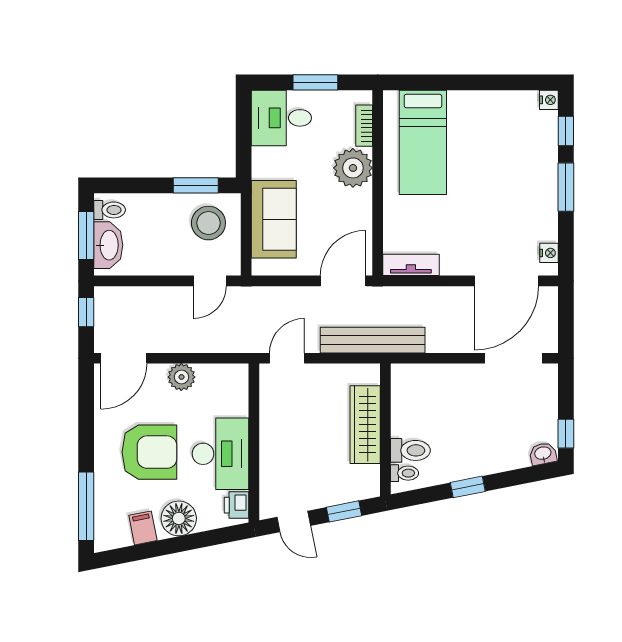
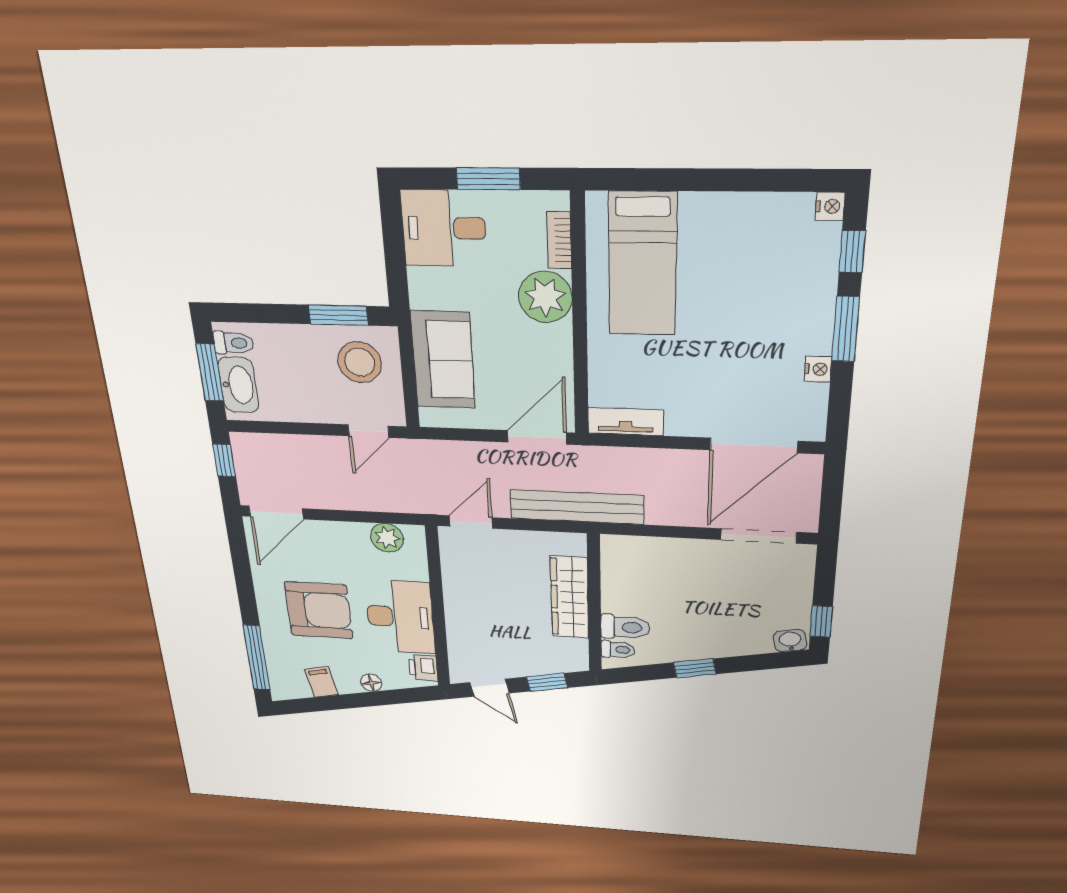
nightstand: (549, 253) -> (818, 369), moved
plant: (181, 377) -> (387, 538), moved
floor lamp: (179, 518) -> (371, 683), width x0.53, depth x0.53

